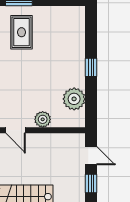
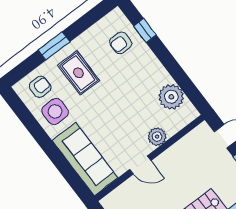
armchair: (67, 34) -> (121, 43), added
window: (91, 67) -> (145, 31), moved

